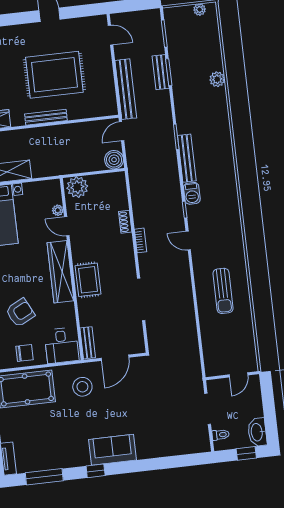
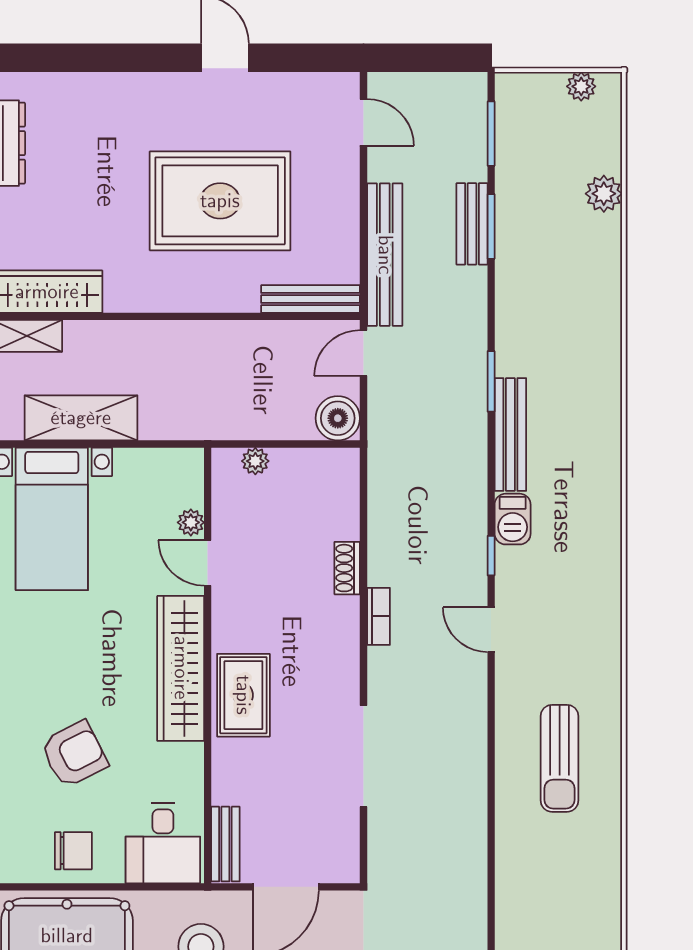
plant: (217, 79) -> (604, 194), moved
bench: (46, 117) -> (311, 299), moved
plant: (77, 187) -> (255, 461), width x0.53, depth x0.53

